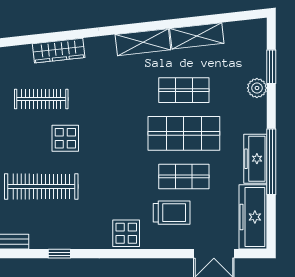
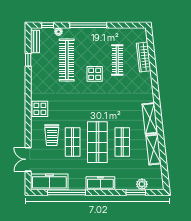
wardrobe: (59, 51) -> (144, 57), moved
plant: (257, 88) -> (142, 184), moved
freezer: (255, 159) -> (100, 183), moved
window: (271, 162) -> (66, 192), moved
window: (59, 254) -> (28, 60), moved

